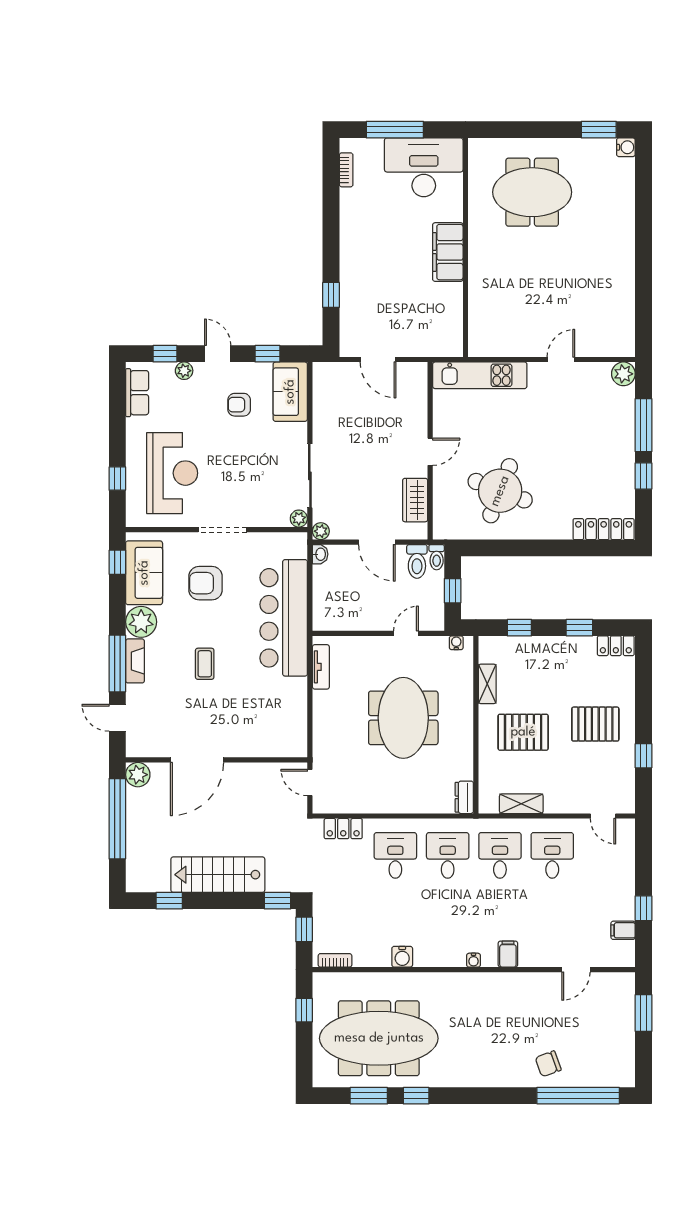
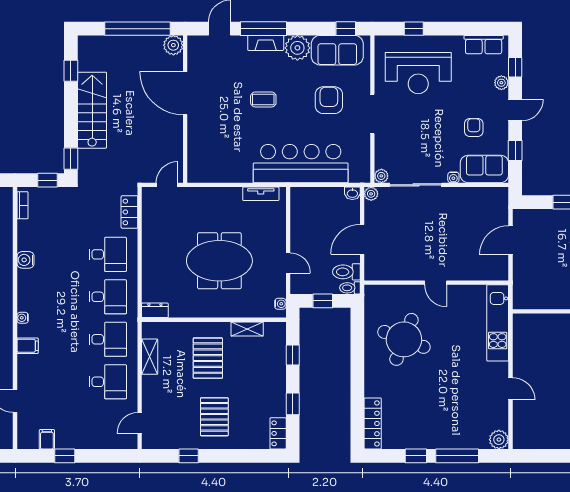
water cooler: (301, 430) -> (453, 177), added
wardrobe: (415, 500) -> (396, 270), removed

